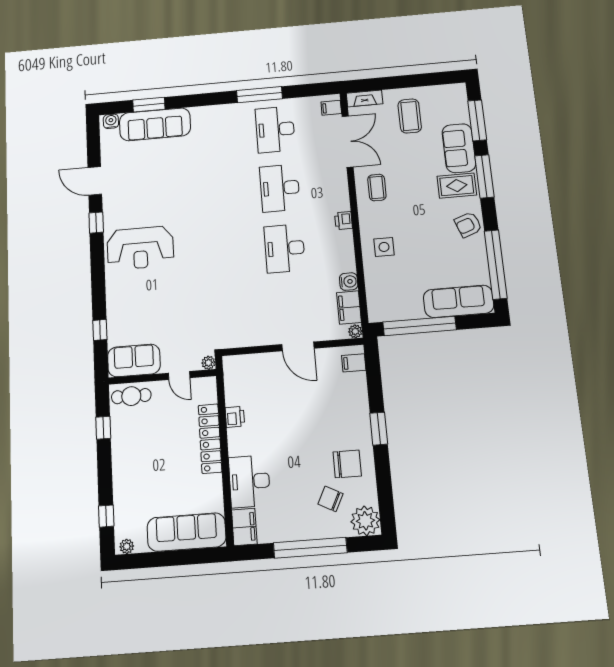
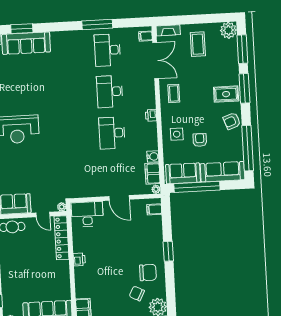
plant: (455, 95) -> (228, 30), added
sofa: (459, 148) -> (183, 173), moved, turned 90
armchair: (420, 255) -> (200, 140), added
printer: (235, 417) -> (79, 259), moved
locker: (210, 439) -> (62, 238), moved
desk: (249, 481) -> (87, 214), moved, turned 90

